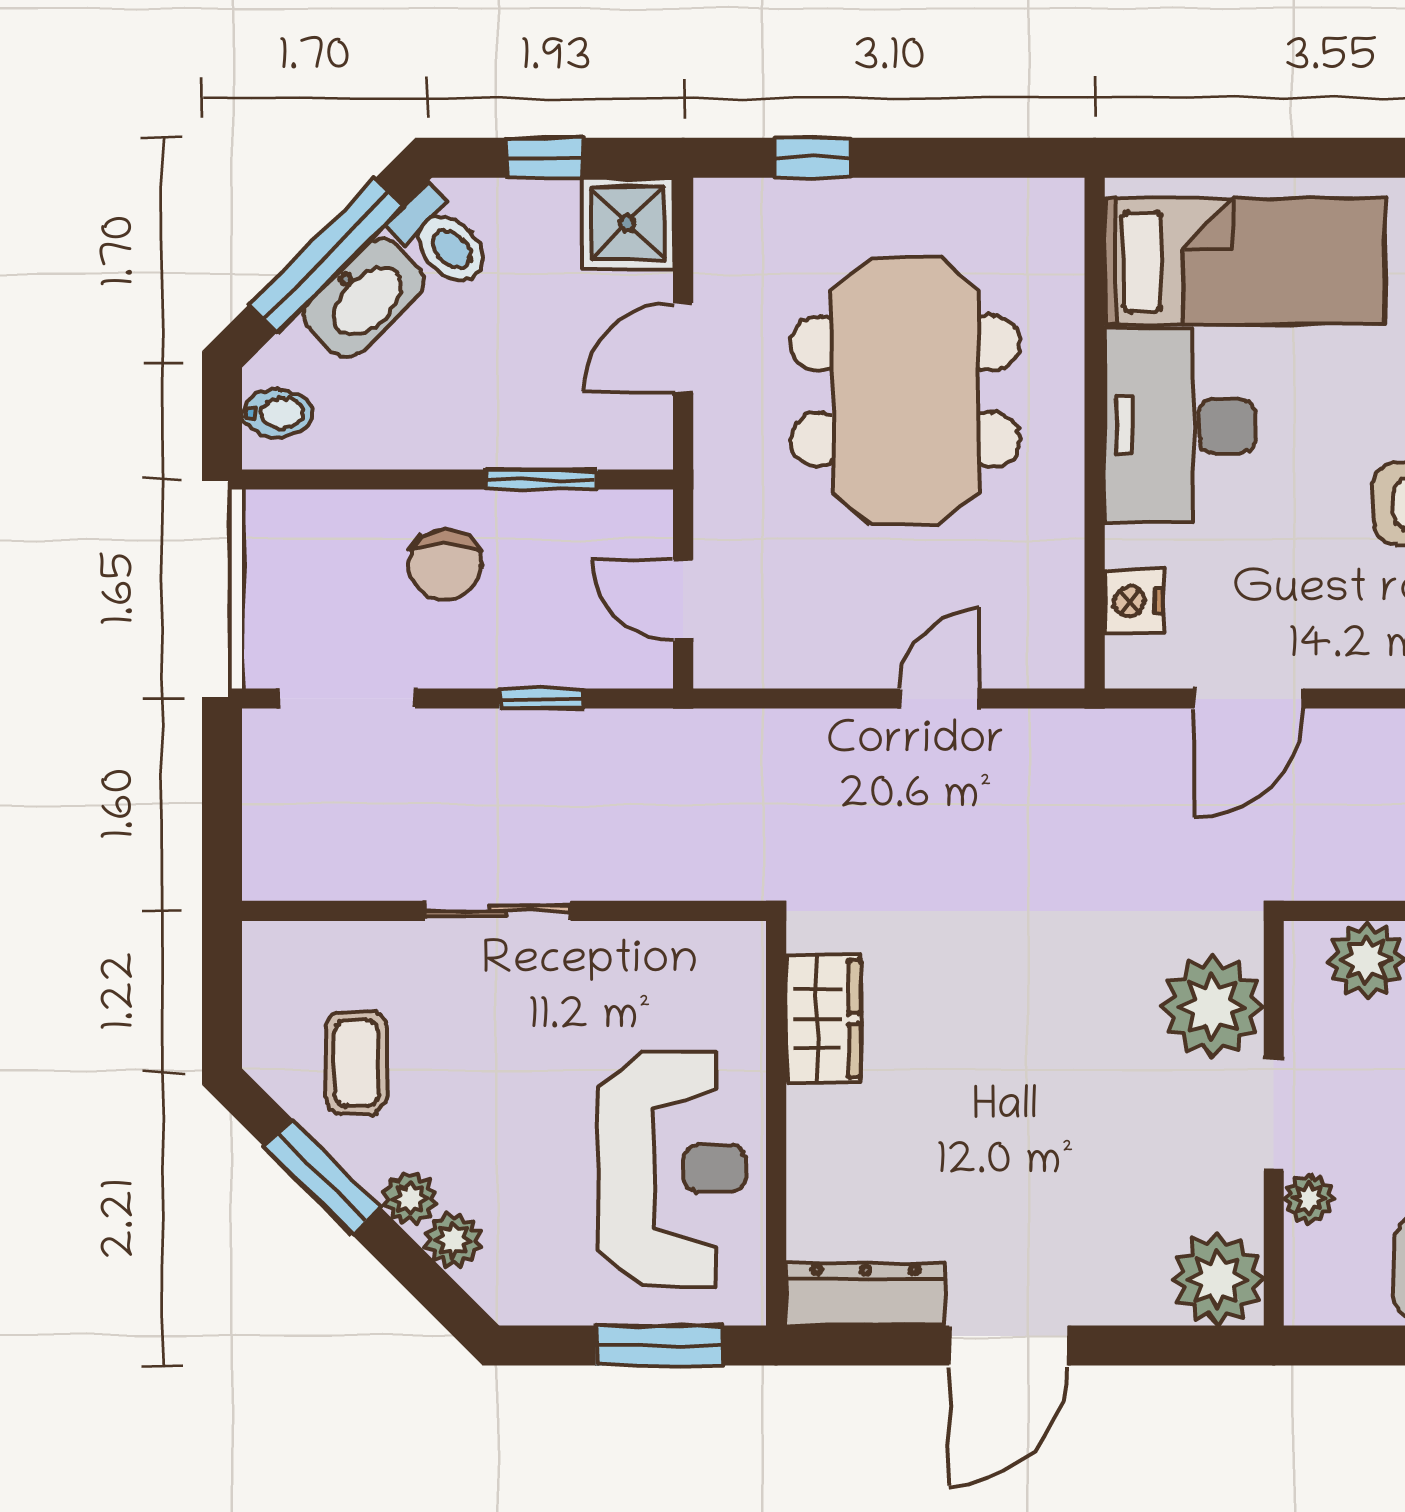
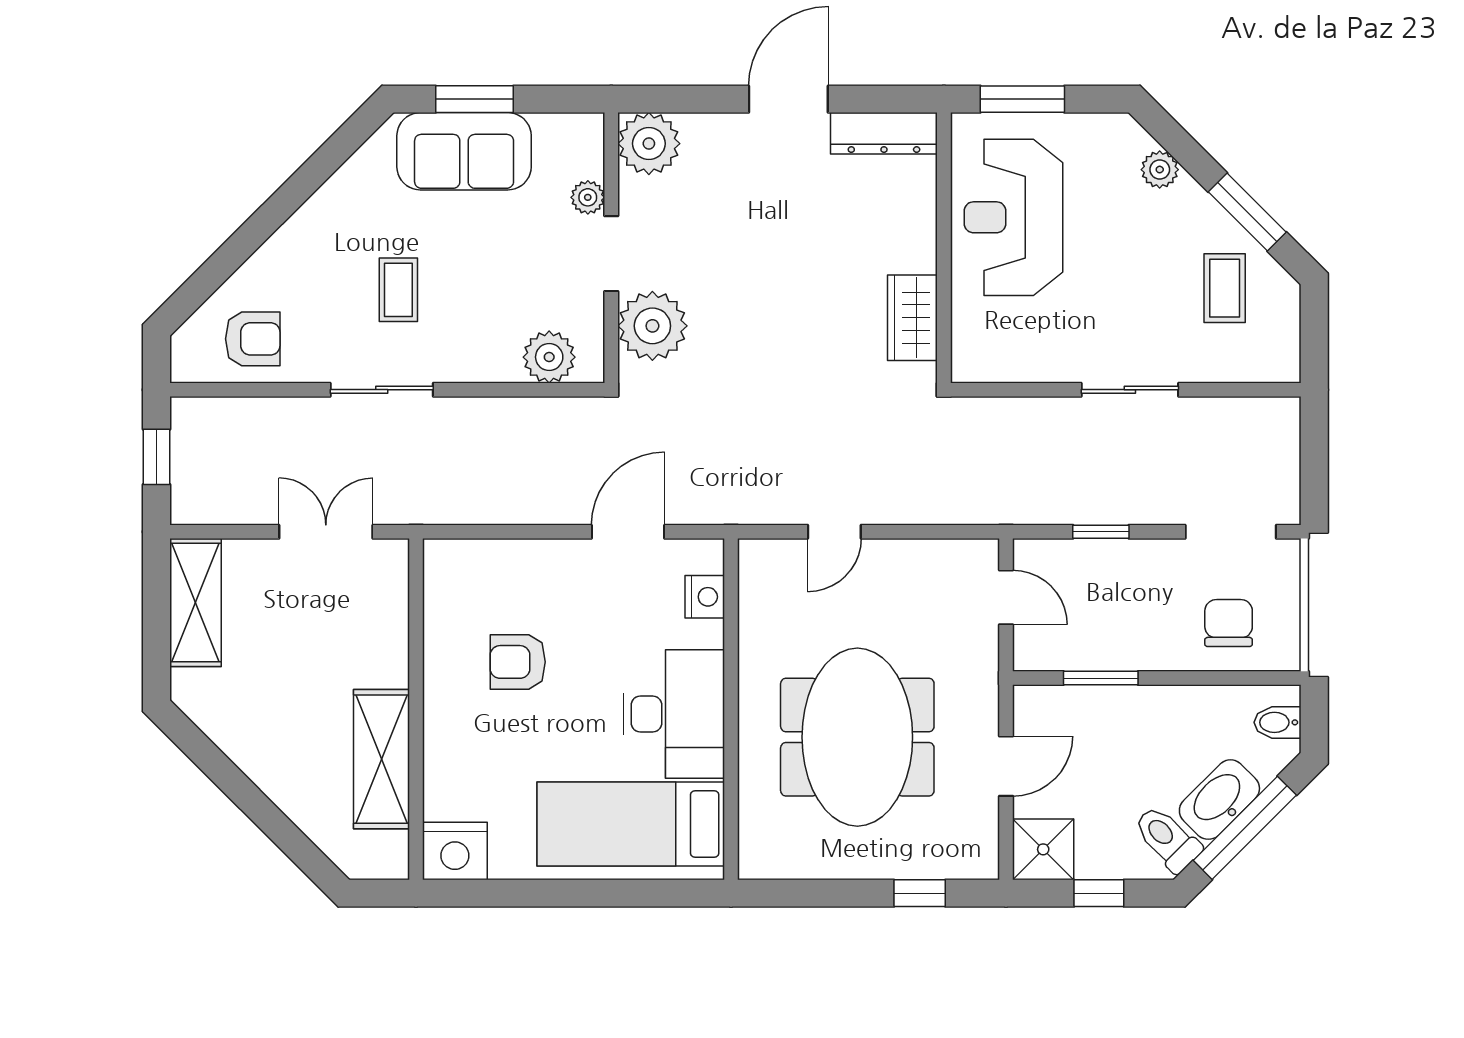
chair: (445, 565) -> (1229, 623), moved
plant: (410, 1198) -> (1189, 198), removed

